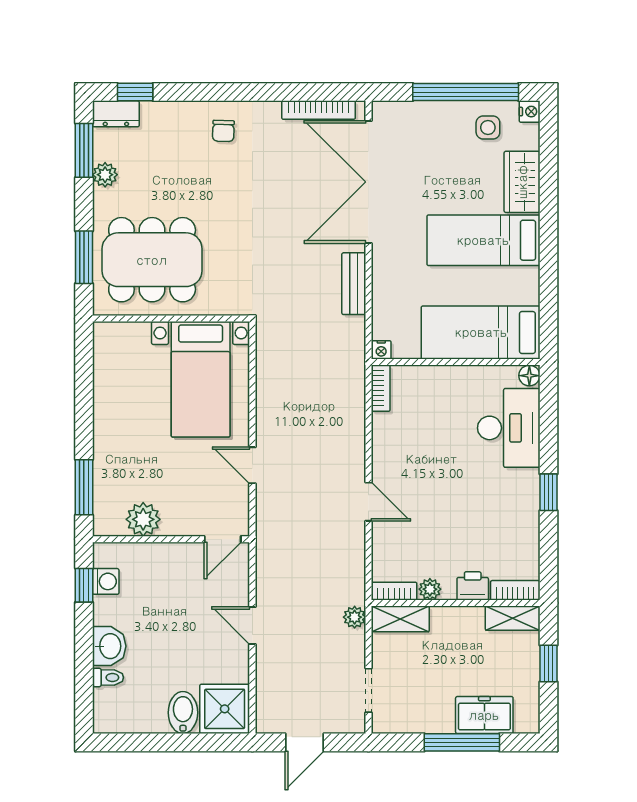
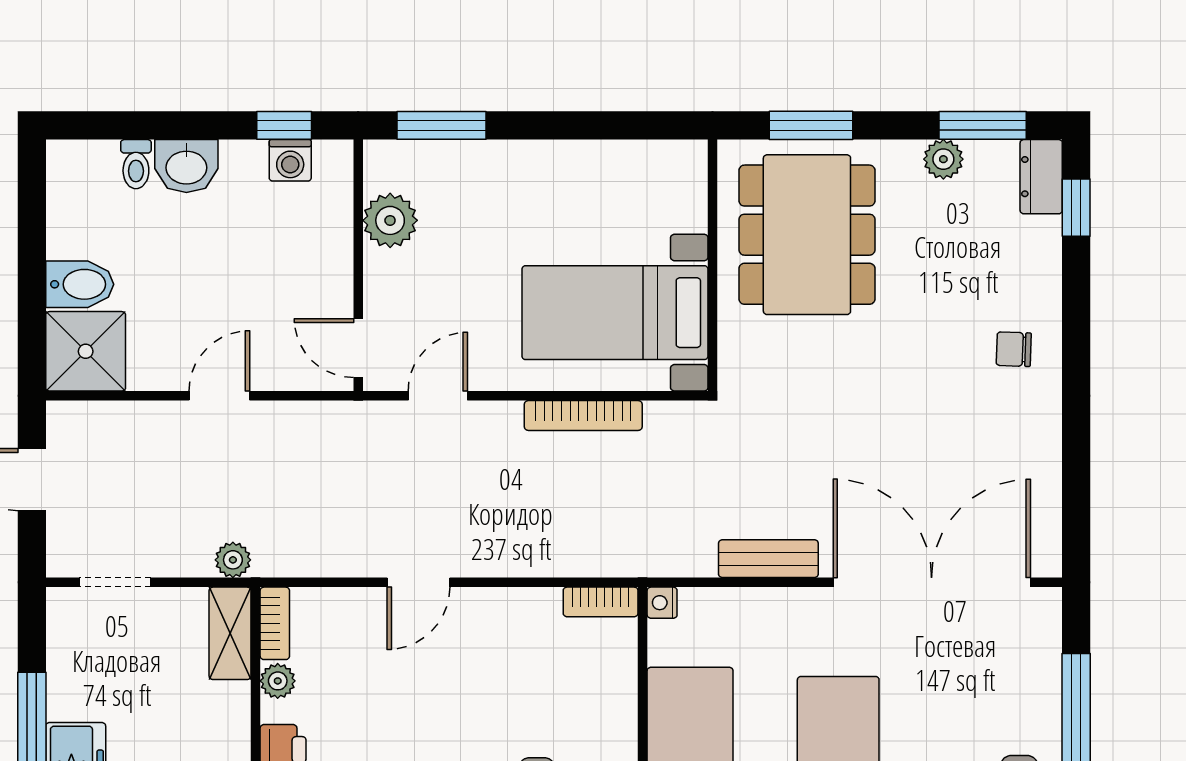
bookcase: (319, 110) -> (583, 415), moved, turned -90
door: (252, 465) -> (438, 396), moved

